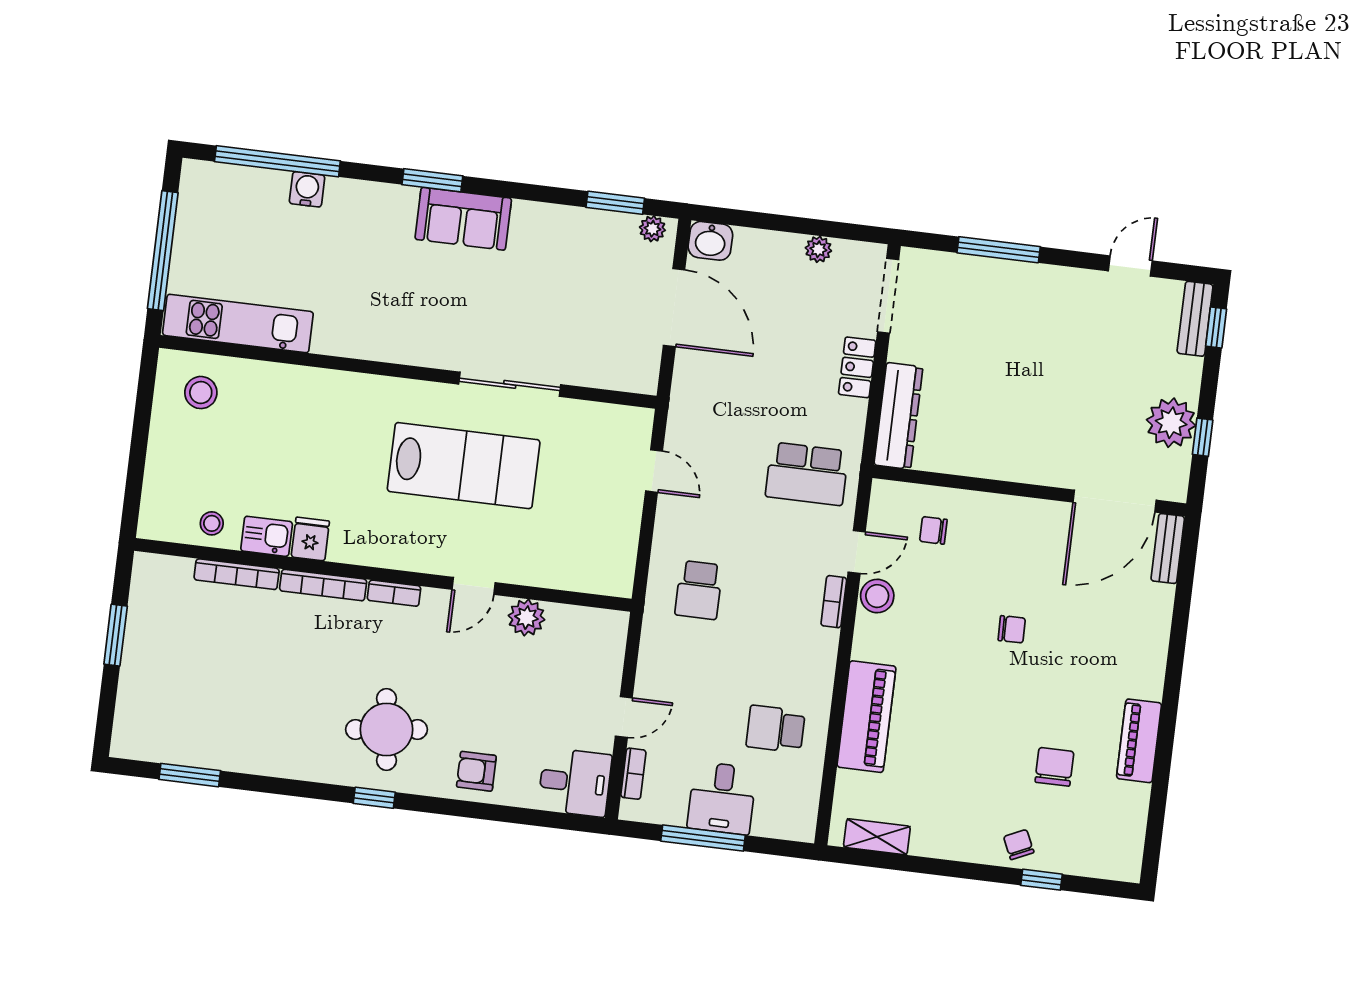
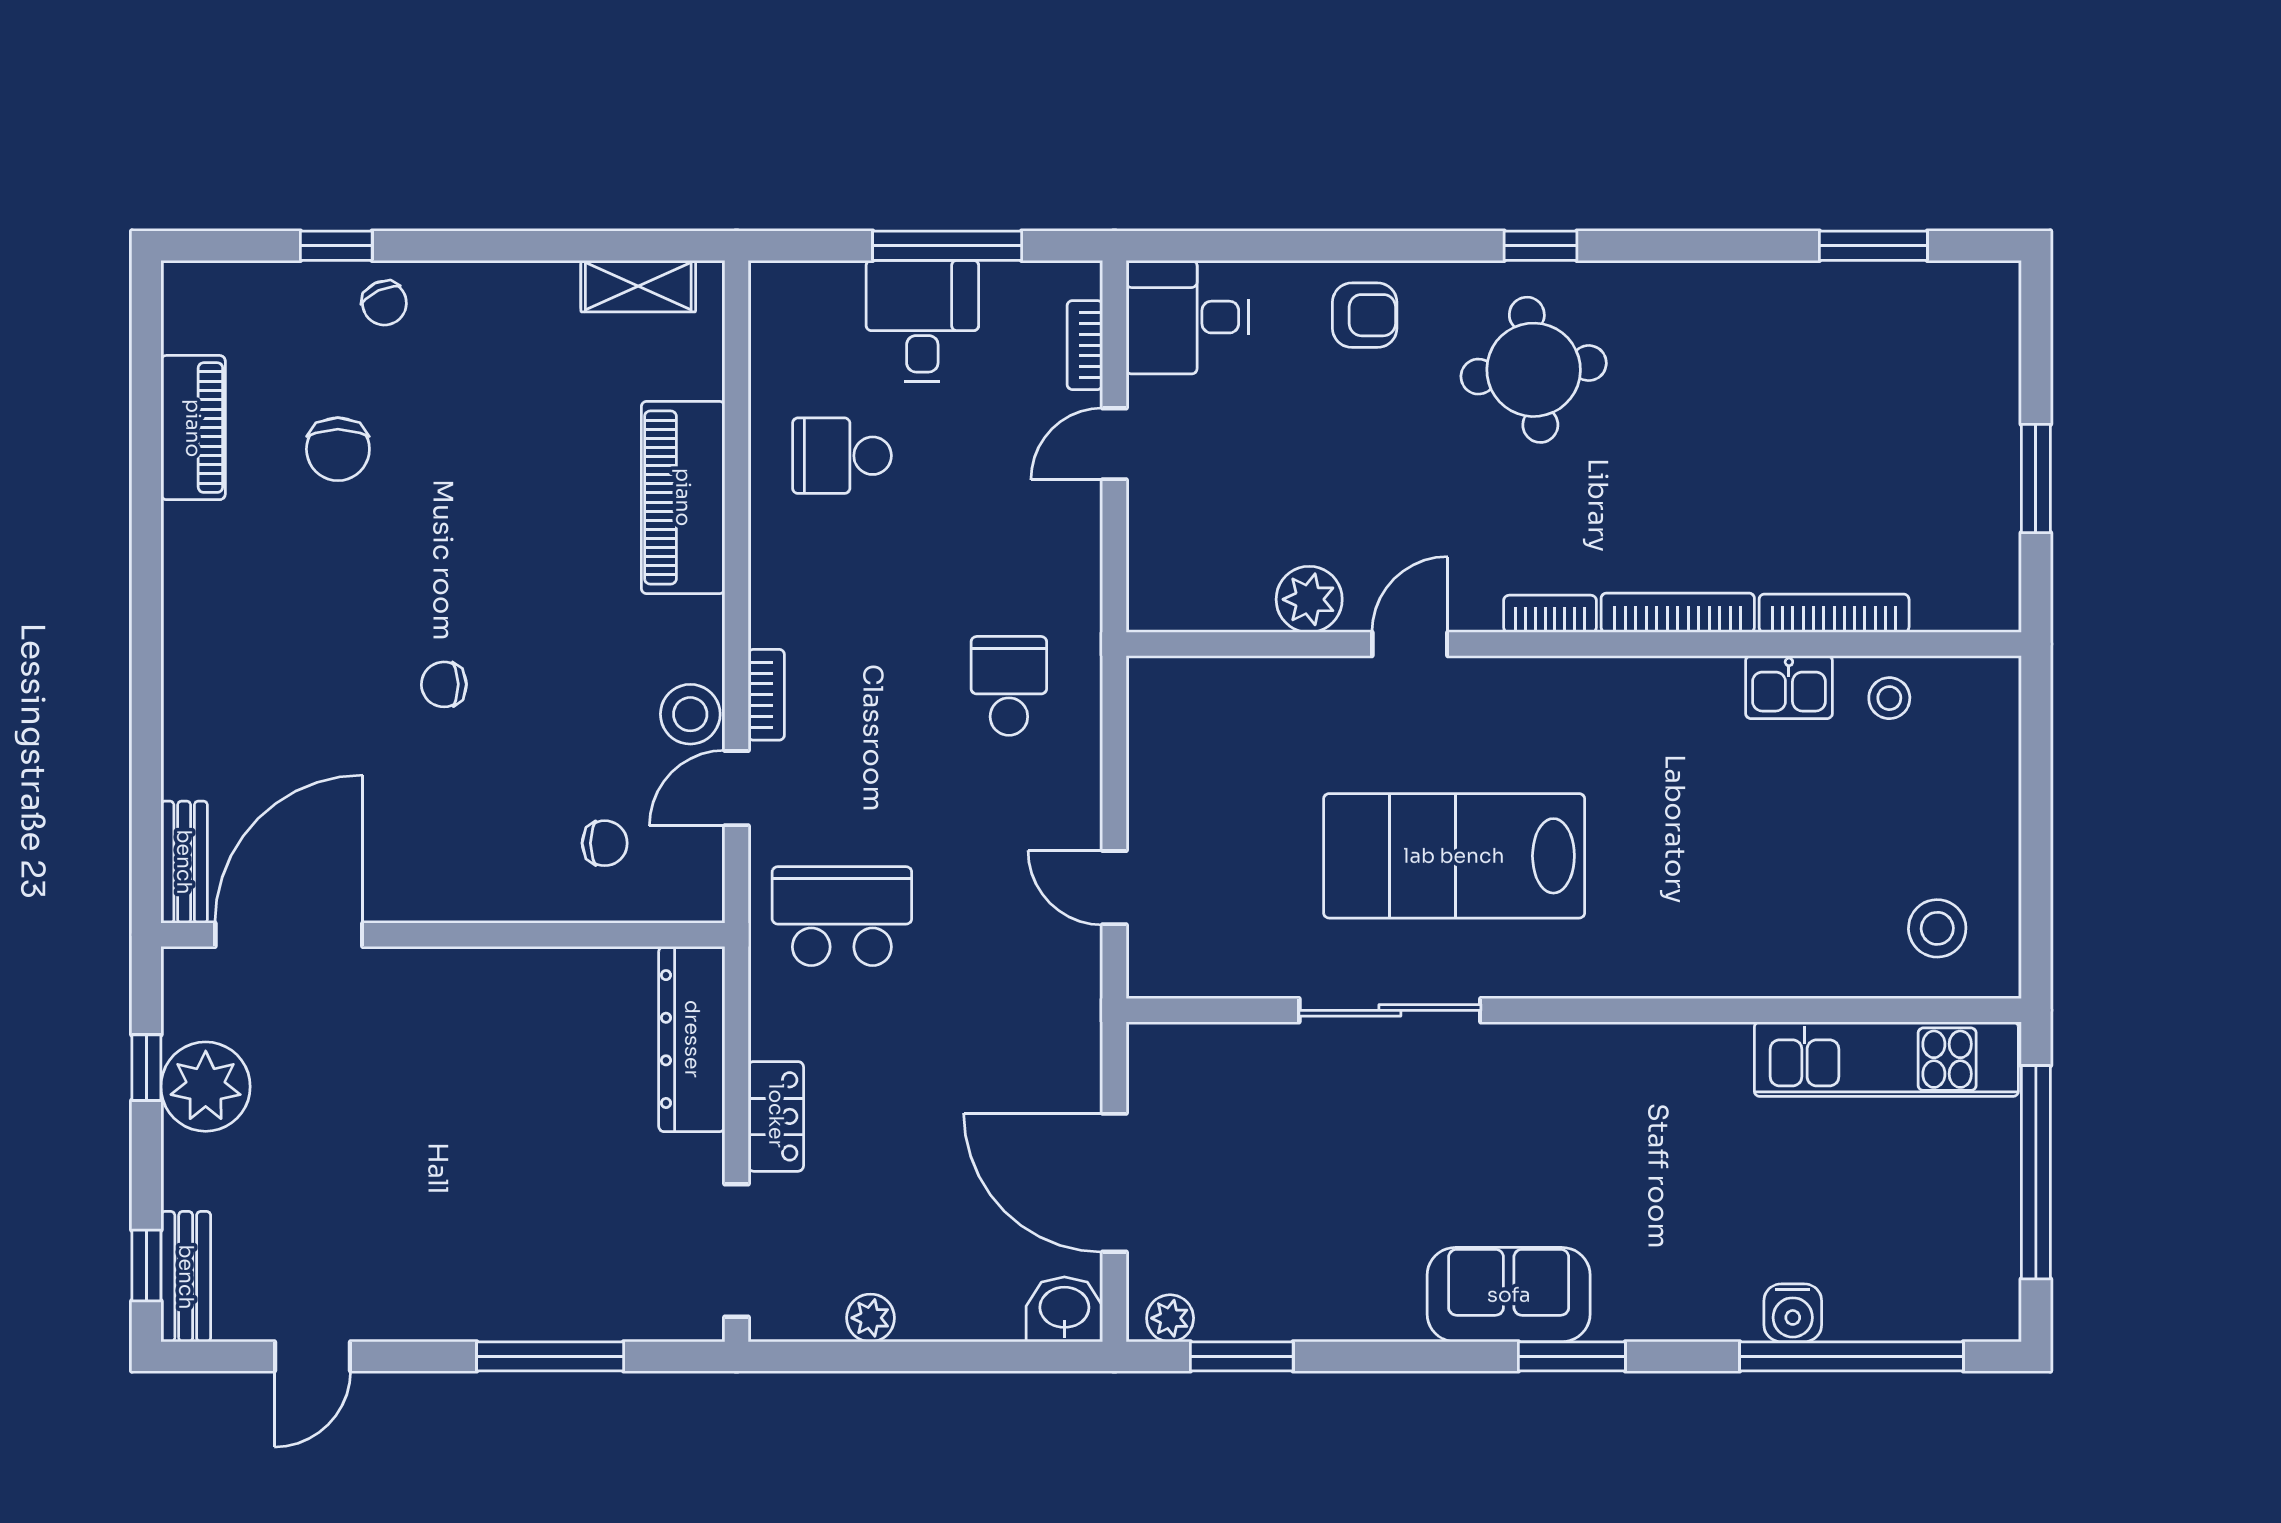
fridge: (310, 539) -> (1711, 692), removed
school desk: (776, 729) -> (842, 456), turned 180
piano: (1139, 741) -> (193, 428), moved

